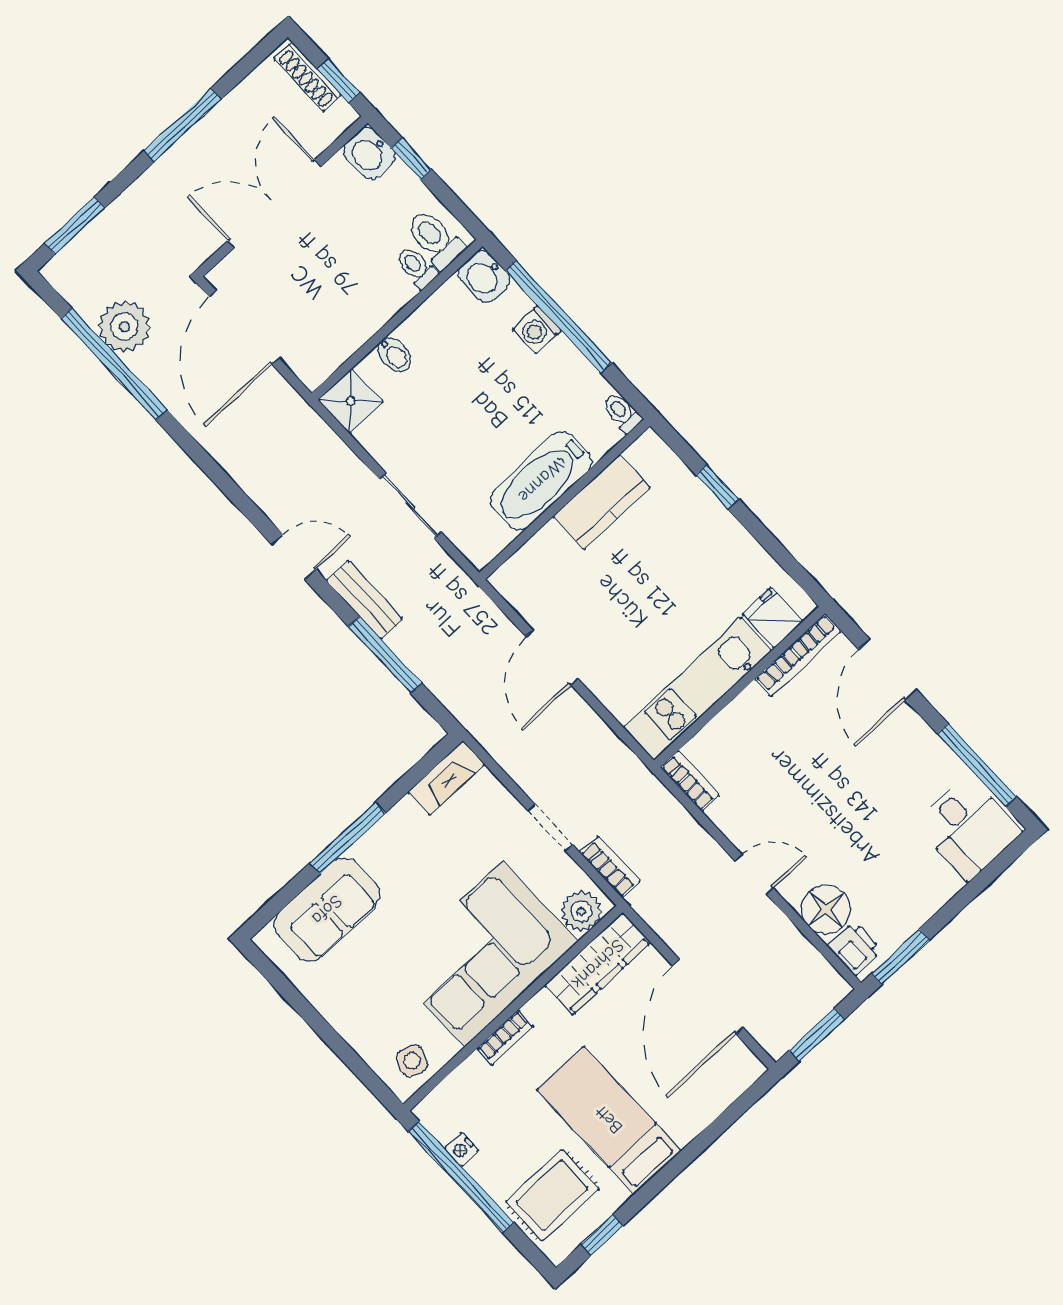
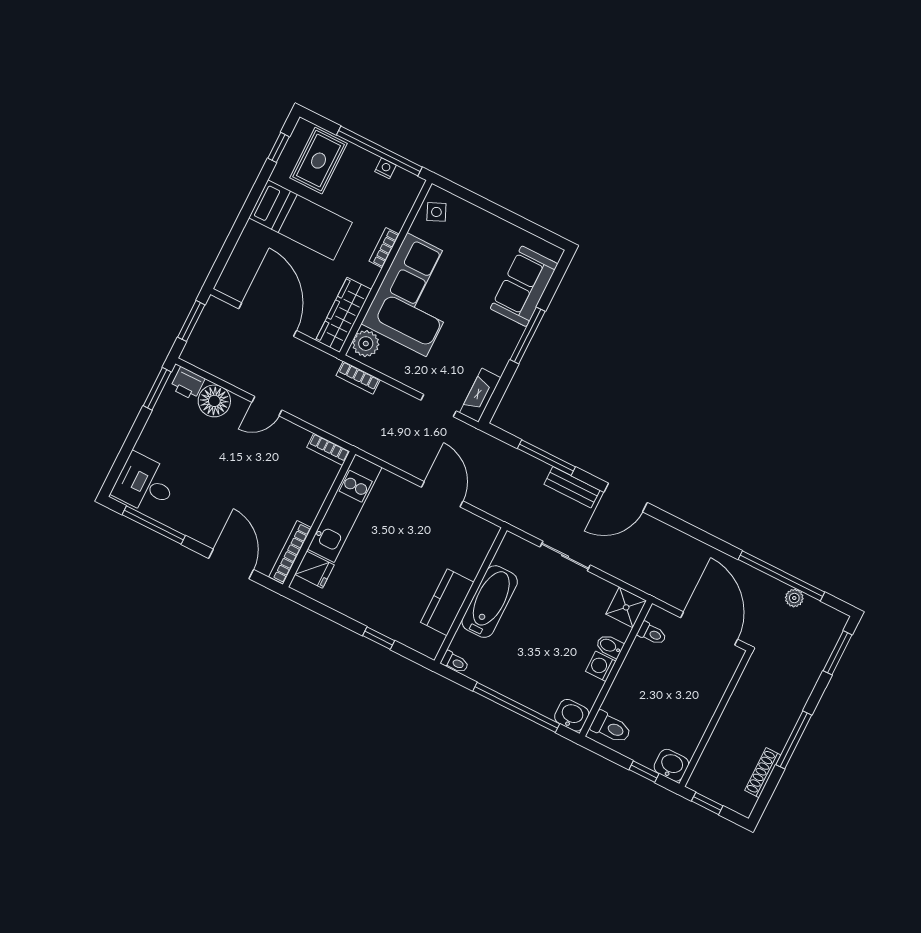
shoe rack: (308, 77) -> (763, 773), moved, turned -90
double door: (274, 204) -> (719, 712), removed
toilet: (417, 267) -> (652, 634), moved
plant: (124, 327) -> (794, 598), width x0.53, depth x0.53
washing machine: (537, 330) -> (601, 666), moved, turned -90
door: (294, 557) -> (626, 497), width x1.38
doorway: (550, 828) -> (439, 406), moved
side table: (412, 1061) -> (436, 212), turned 45

